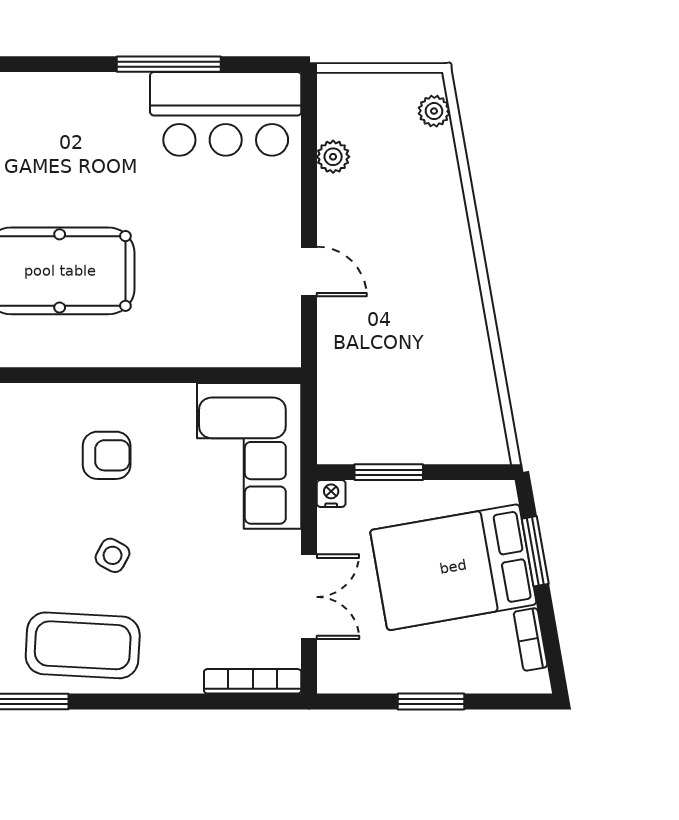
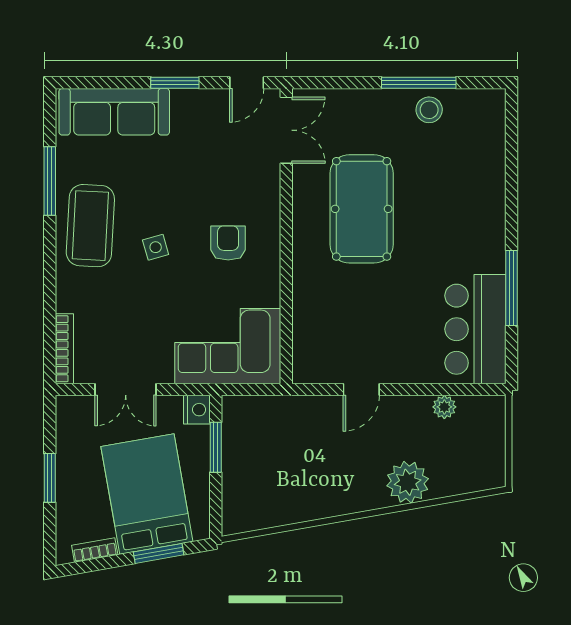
plant: (434, 111) -> (408, 482), moved, width x1.87, depth x1.87
armchair: (107, 455) -> (228, 243), turned 180
nightstand: (331, 494) -> (197, 410), width x1.39, depth x1.35
side table: (113, 555) -> (156, 247), turned 45

